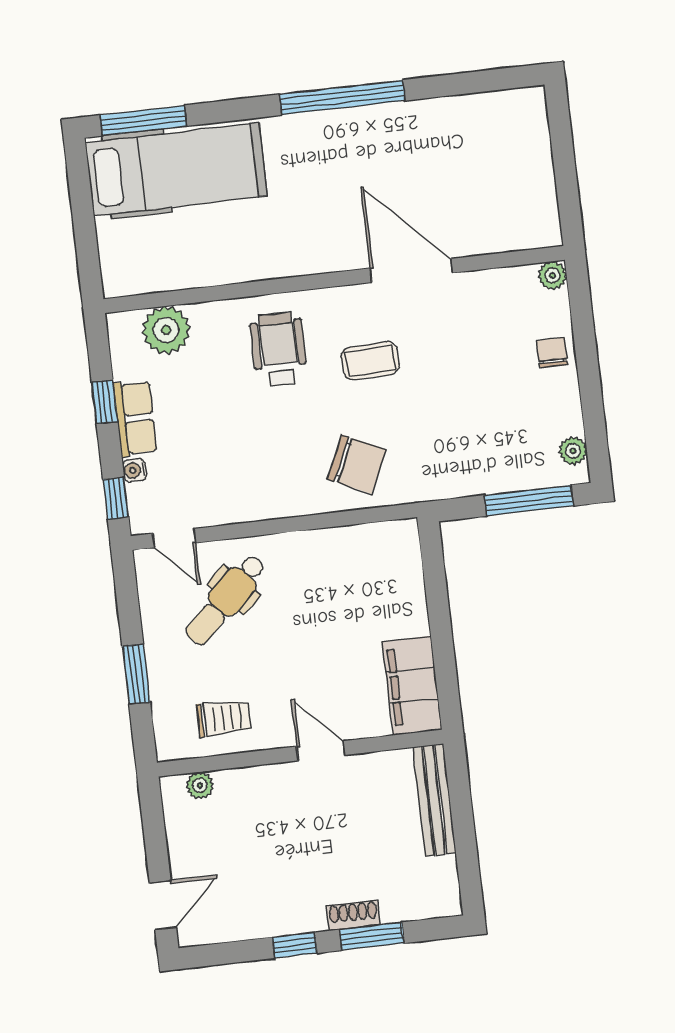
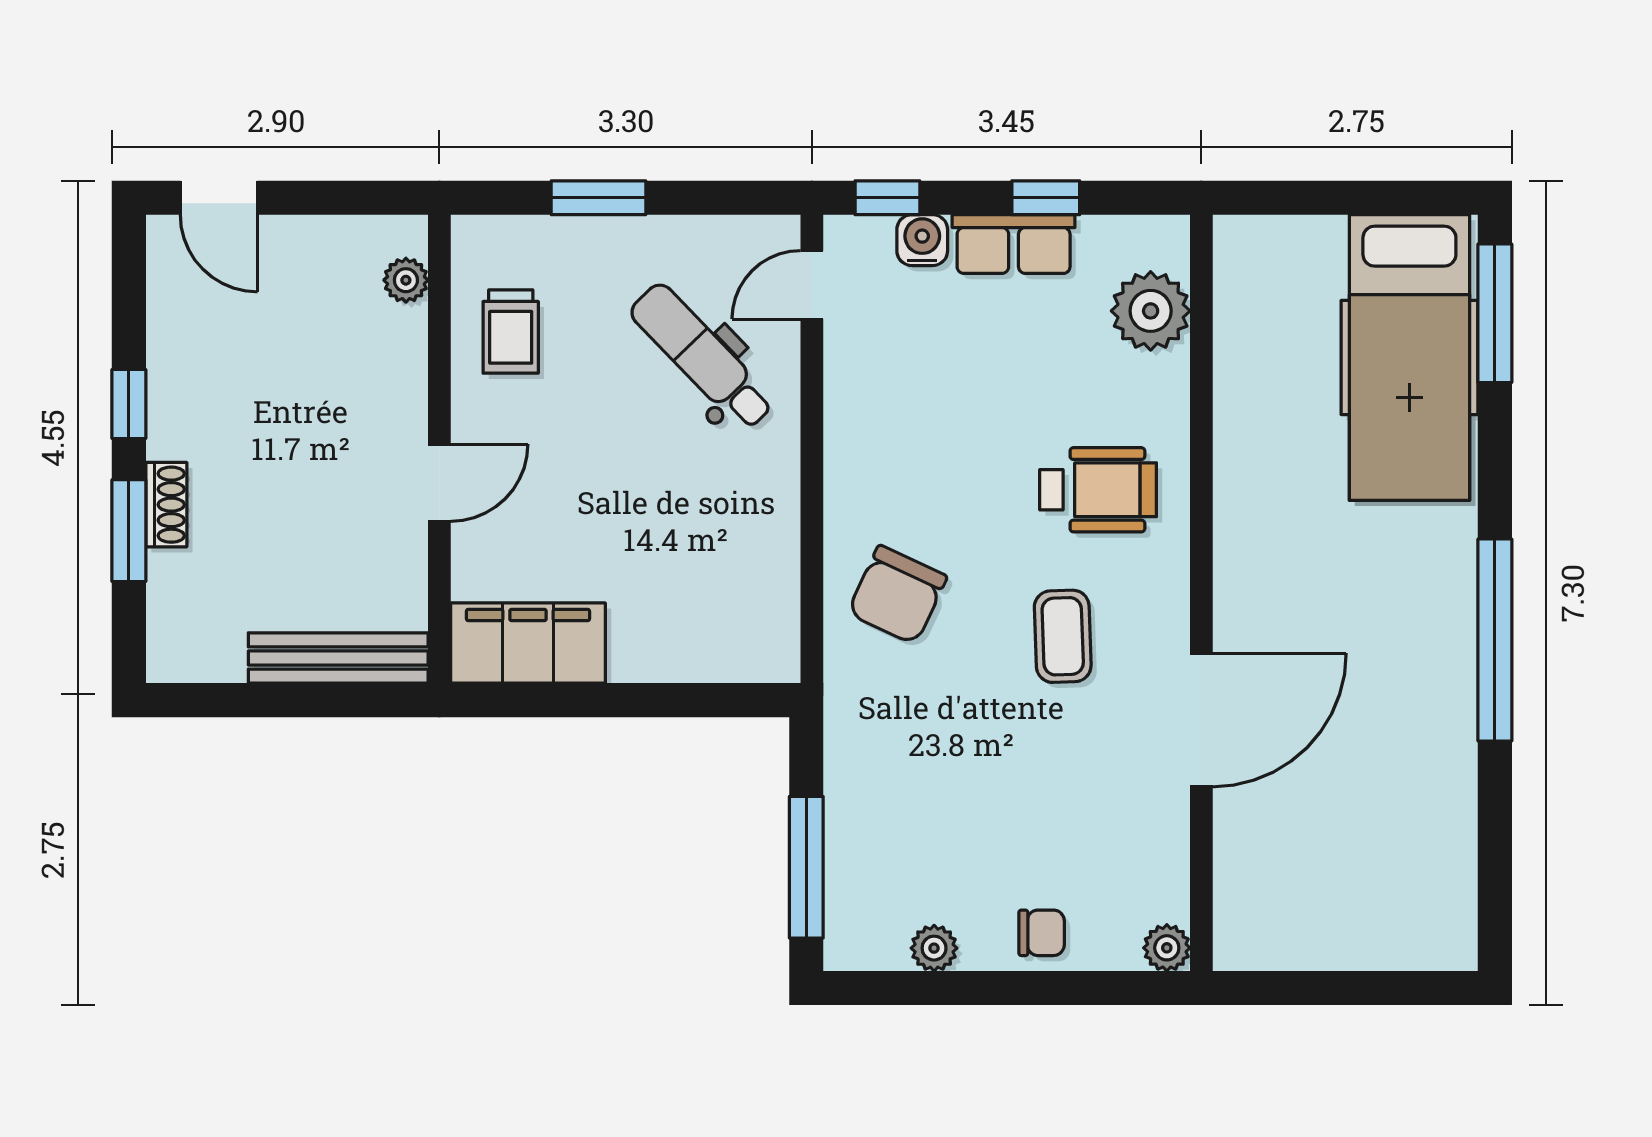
plant: (573, 451) -> (934, 948), moved
water cooler: (134, 470) -> (922, 240), width x1.38, depth x1.38

